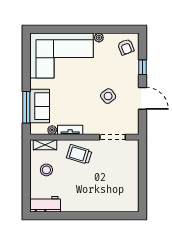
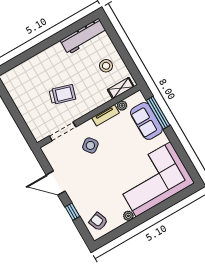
side table: (108, 96) -> (90, 145), moved
trolley: (79, 154) -> (62, 94), moved
workbench: (45, 204) -> (84, 36), width x1.38

